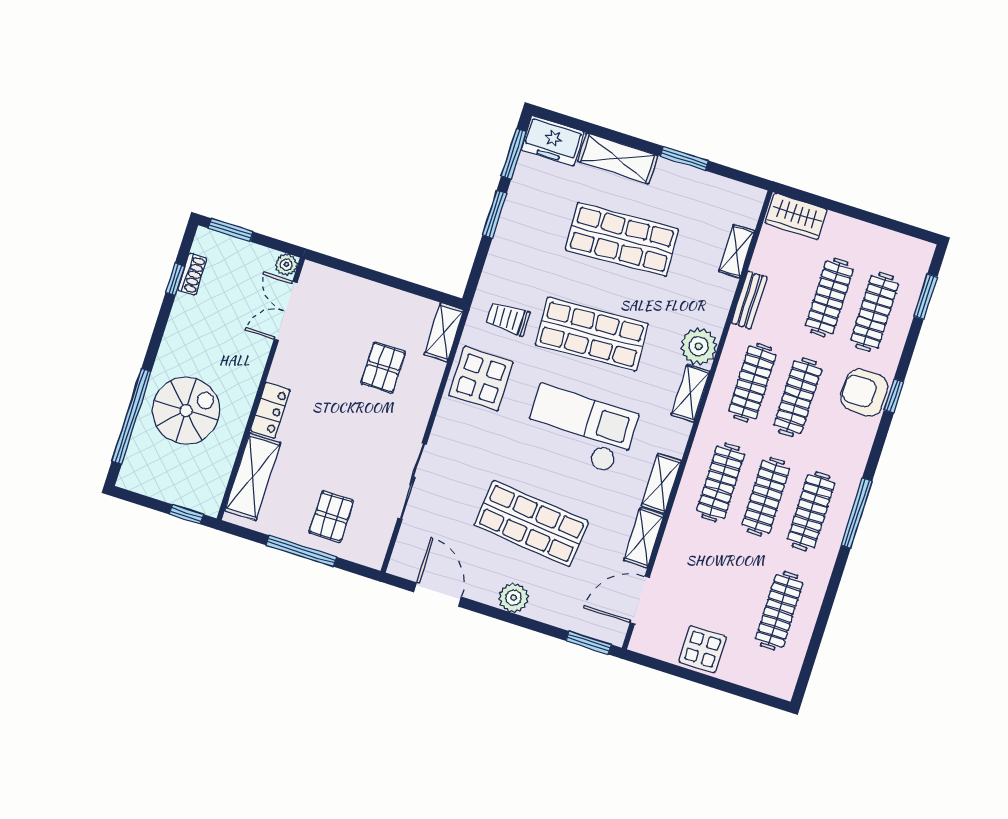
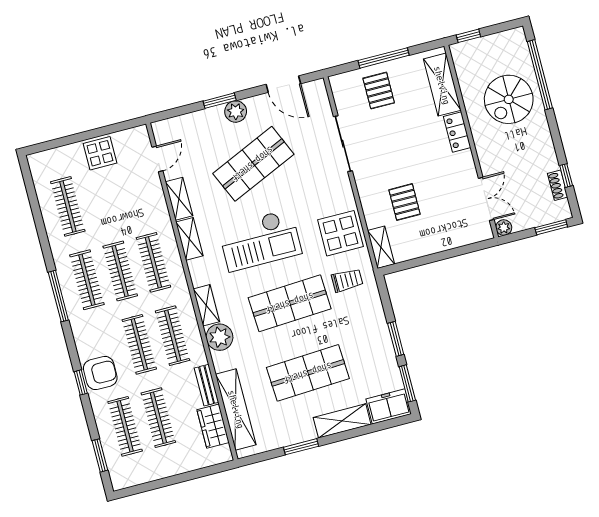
wardrobe: (796, 216) -> (213, 426), moved, turned -90
shelving: (737, 251) -> (236, 409), width x2.20, depth x1.33
shop shelf: (531, 524) -> (253, 164), turned -30
door: (640, 600) -> (157, 159), width x0.73
window: (589, 643) -> (220, 101), moved

